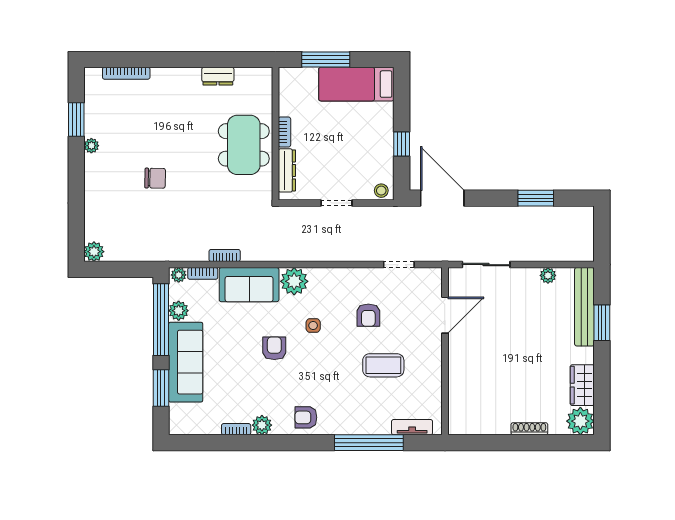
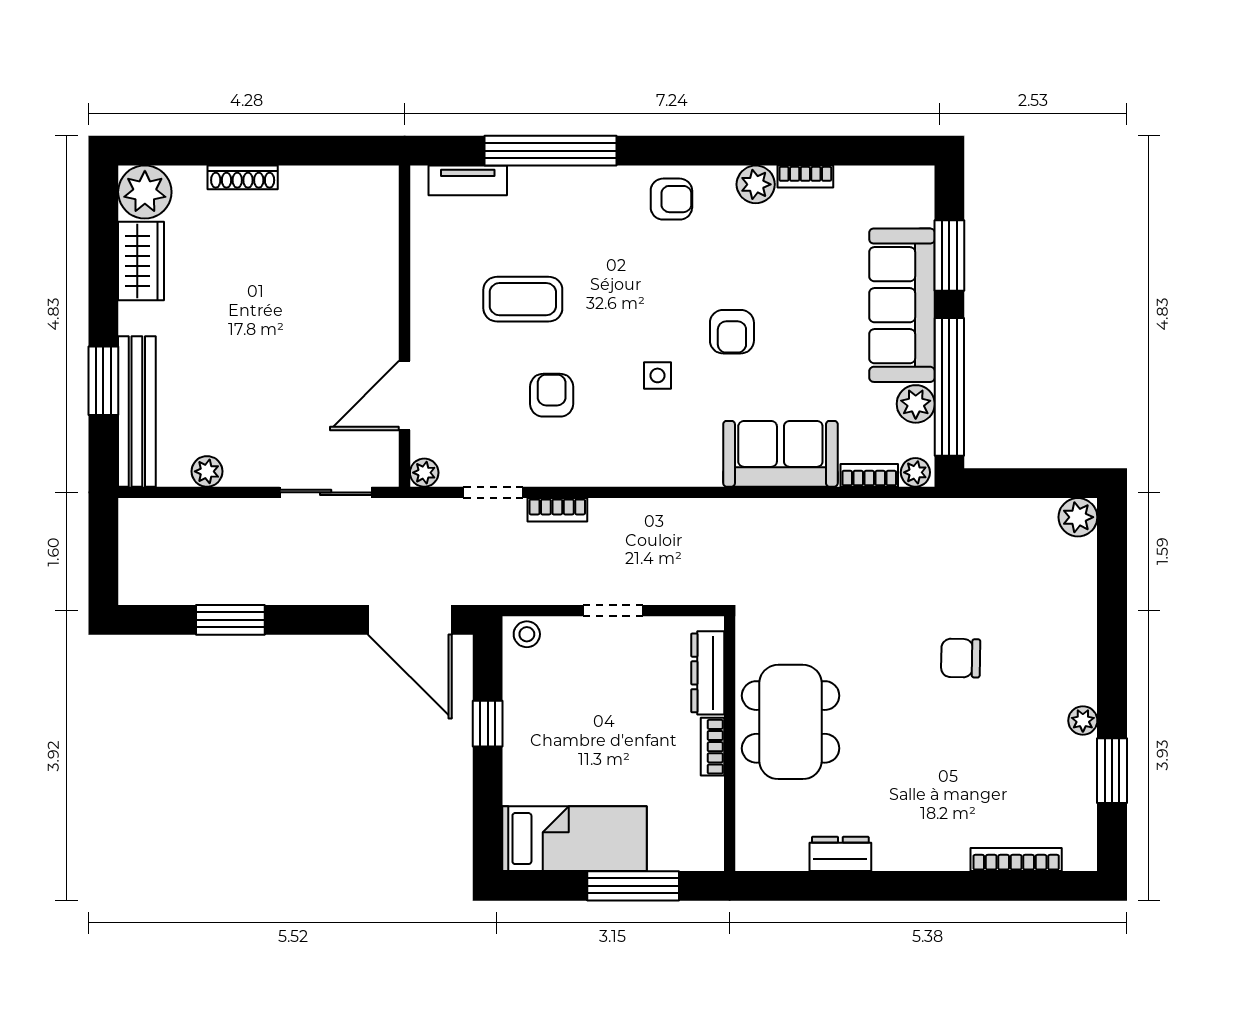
bookcase: (225, 255) -> (557, 510), moved
plant: (294, 281) -> (424, 473), moved, width x0.53, depth x0.53

